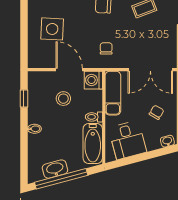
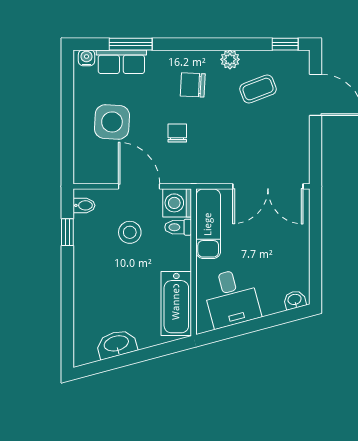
chair: (106, 48) -> (177, 133), moved
chair: (156, 112) -> (277, 254), removed
toilet: (94, 117) -> (178, 227), moved
bidet: (34, 129) -> (84, 205), moved
window: (61, 179) -> (126, 359), removed

